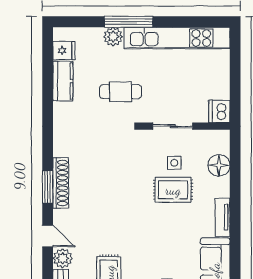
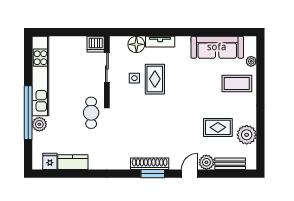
window: (129, 22) -> (28, 113), width x1.46
cafe table: (121, 92) -> (91, 113), moved
sliding door: (173, 126) -> (107, 68), moved
tv unit: (223, 217) -> (160, 42), moved

